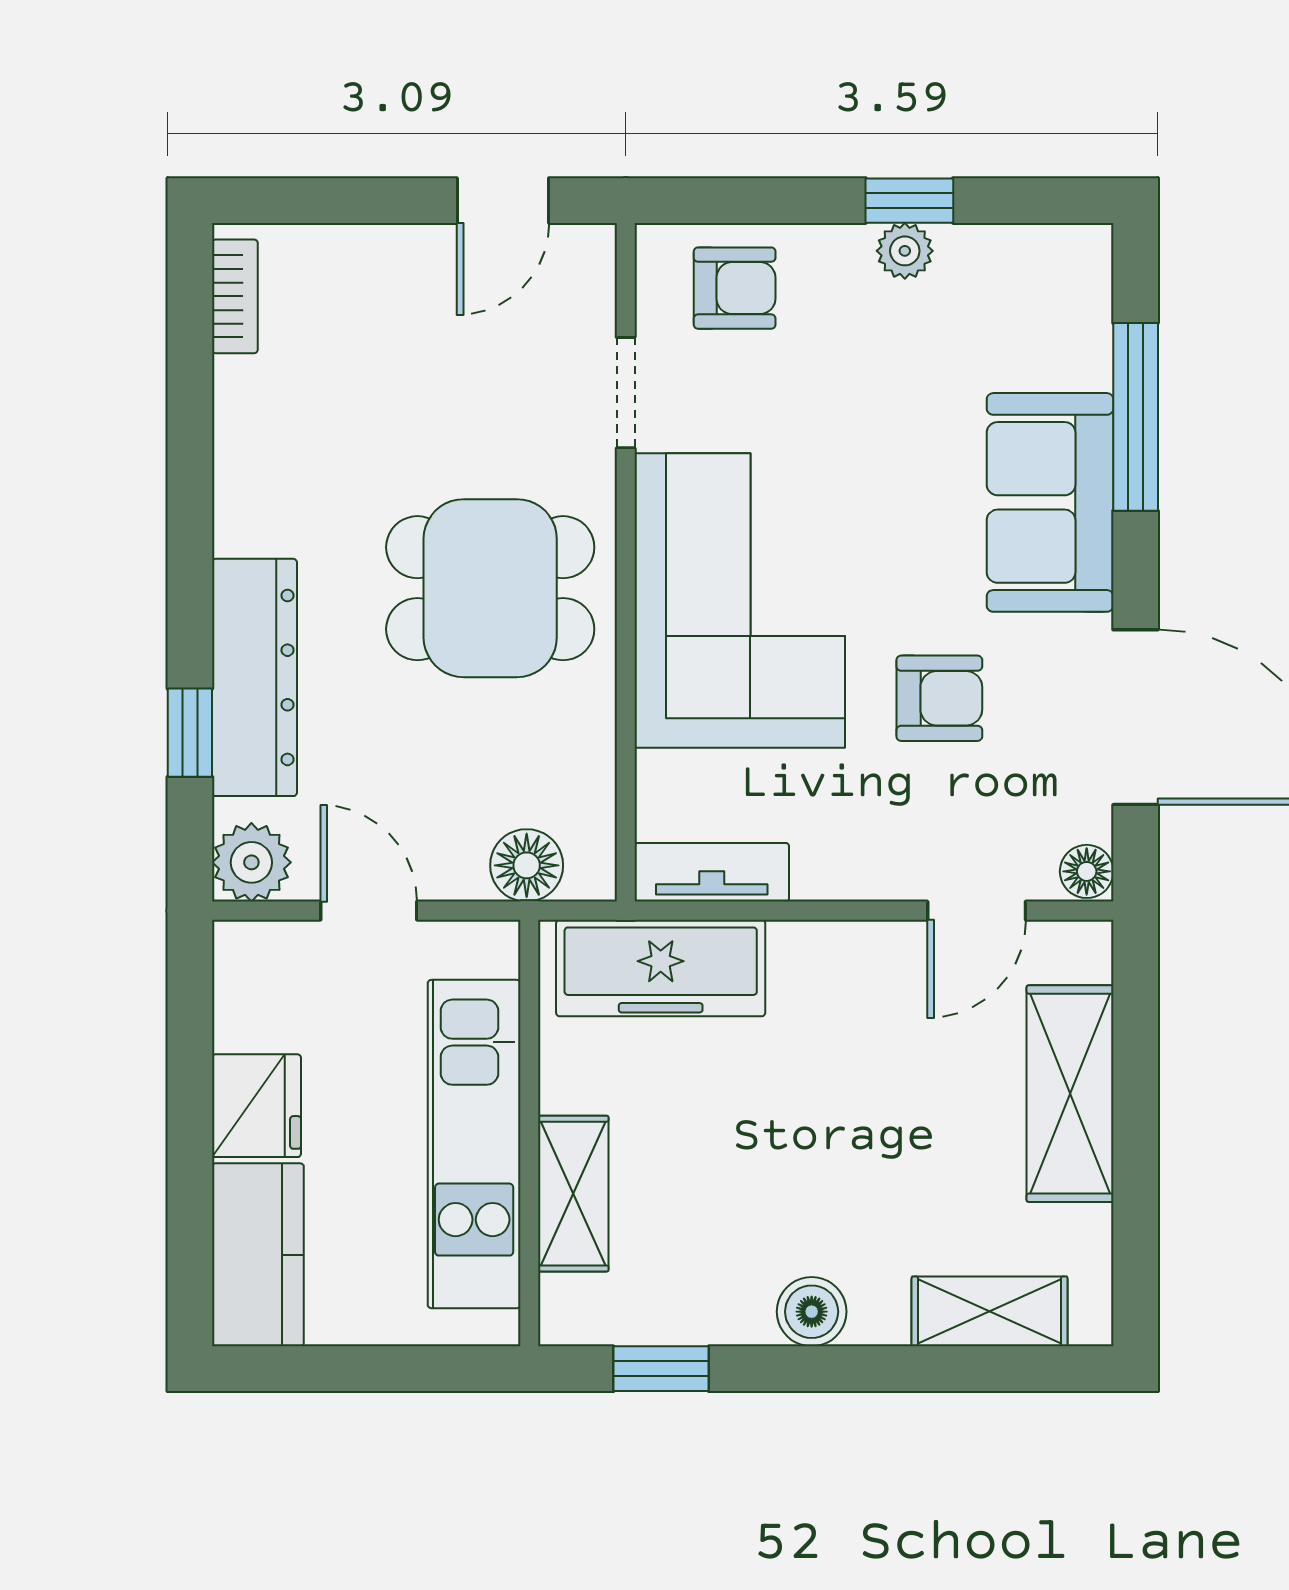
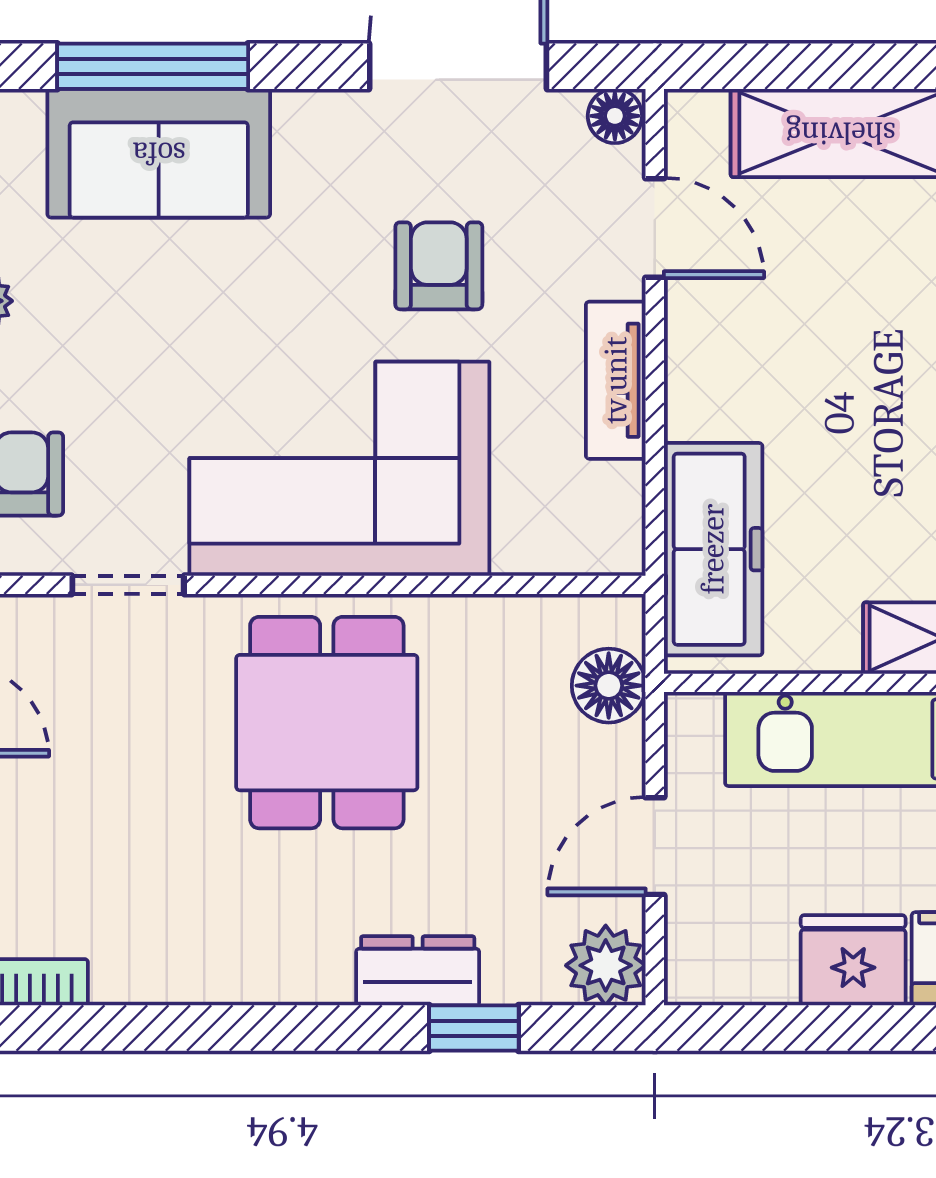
sofa: (1050, 502) -> (159, 153), moved
dresser: (254, 677) -> (418, 971), width x0.51, depth x0.80
tv unit: (712, 872) -> (616, 380), moved

